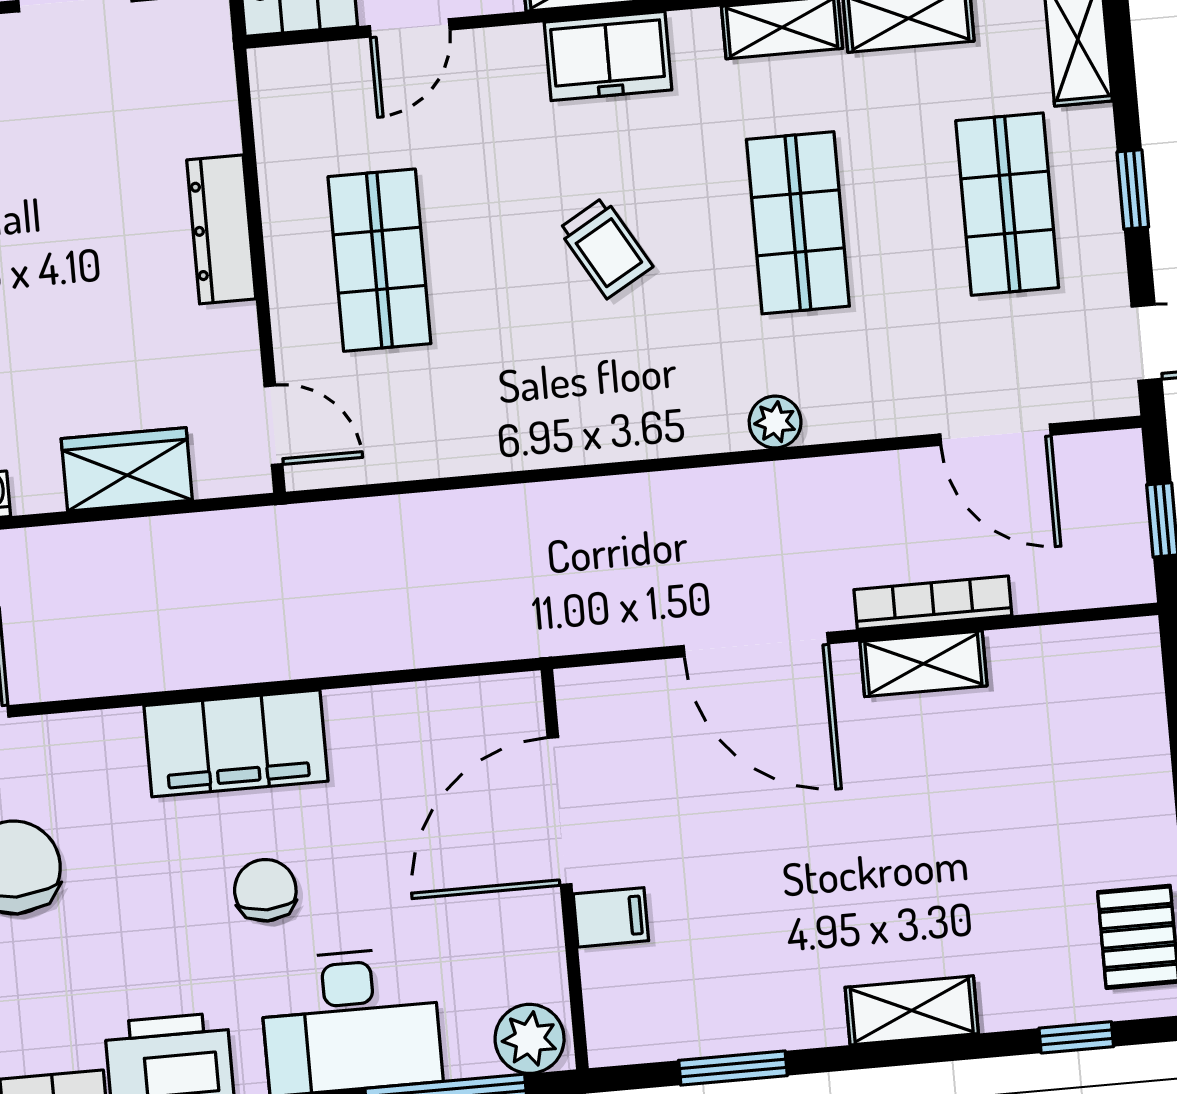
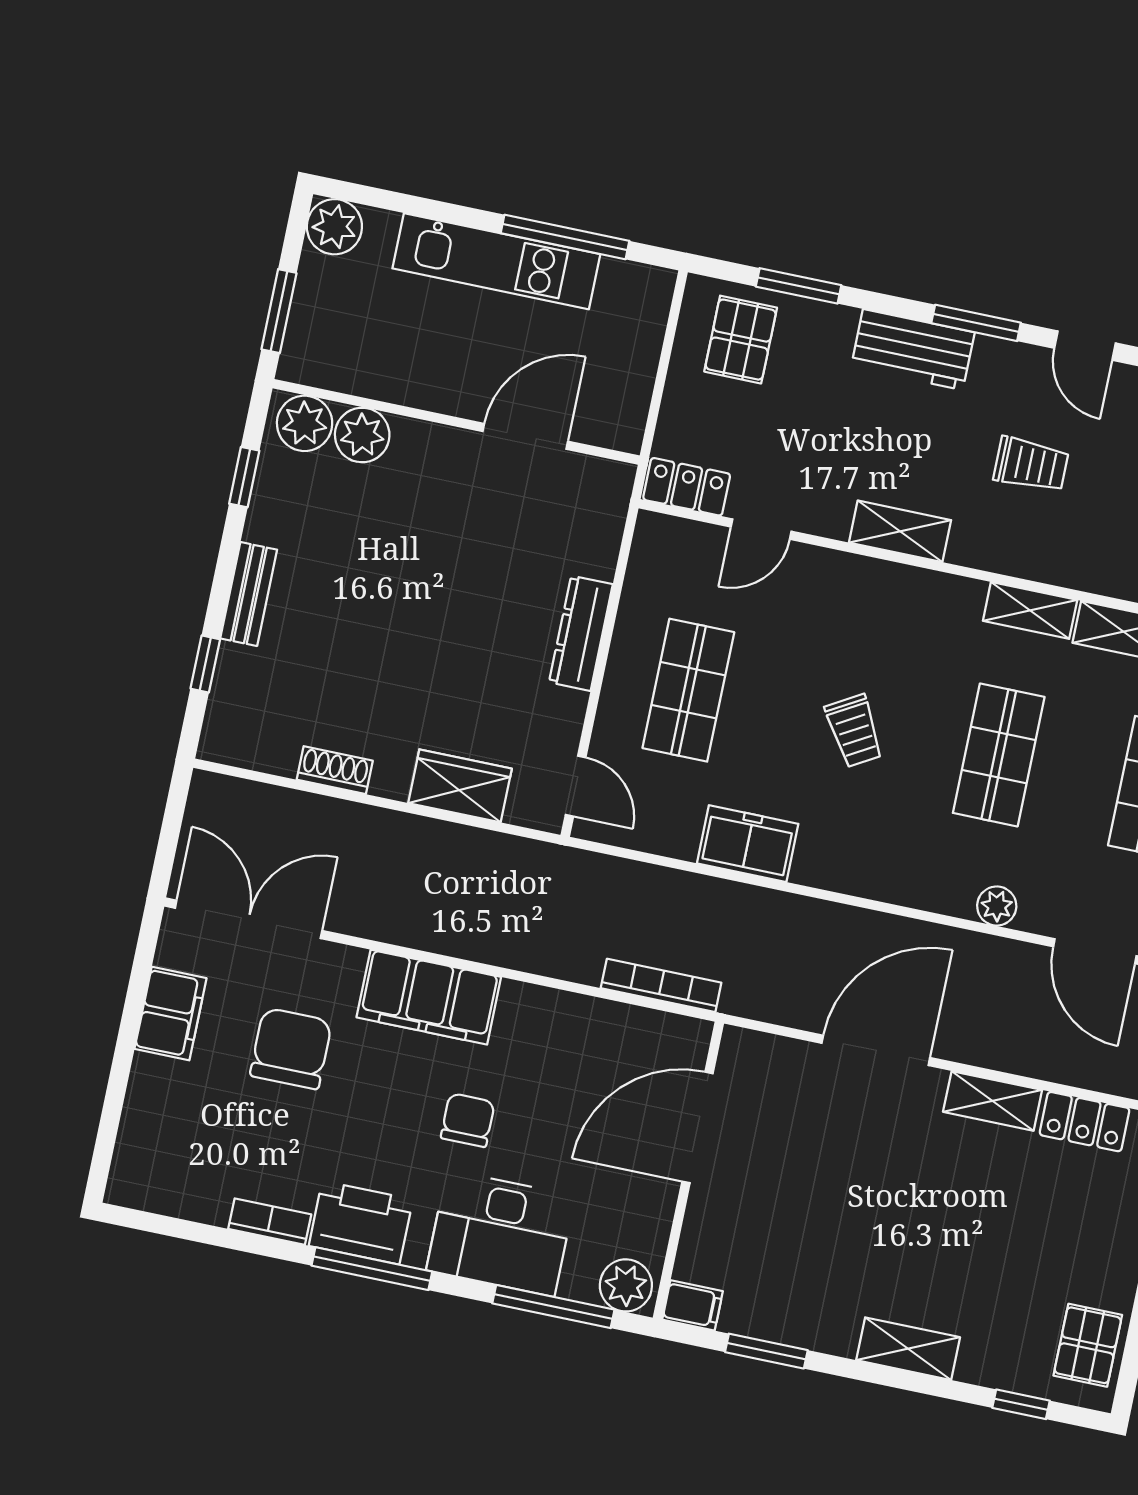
freezer: (608, 56) -> (748, 844), moved, turned 180
plant: (775, 422) -> (997, 906), moved
bookcase: (933, 603) -> (661, 985), moved
door: (756, 645) -> (876, 1050), swing flipped
locker: (1048, 655) -> (1084, 1122), added
filing cabinet: (236, 743) -> (429, 997), moved
filing cabinet: (611, 917) -> (693, 1305), moved

